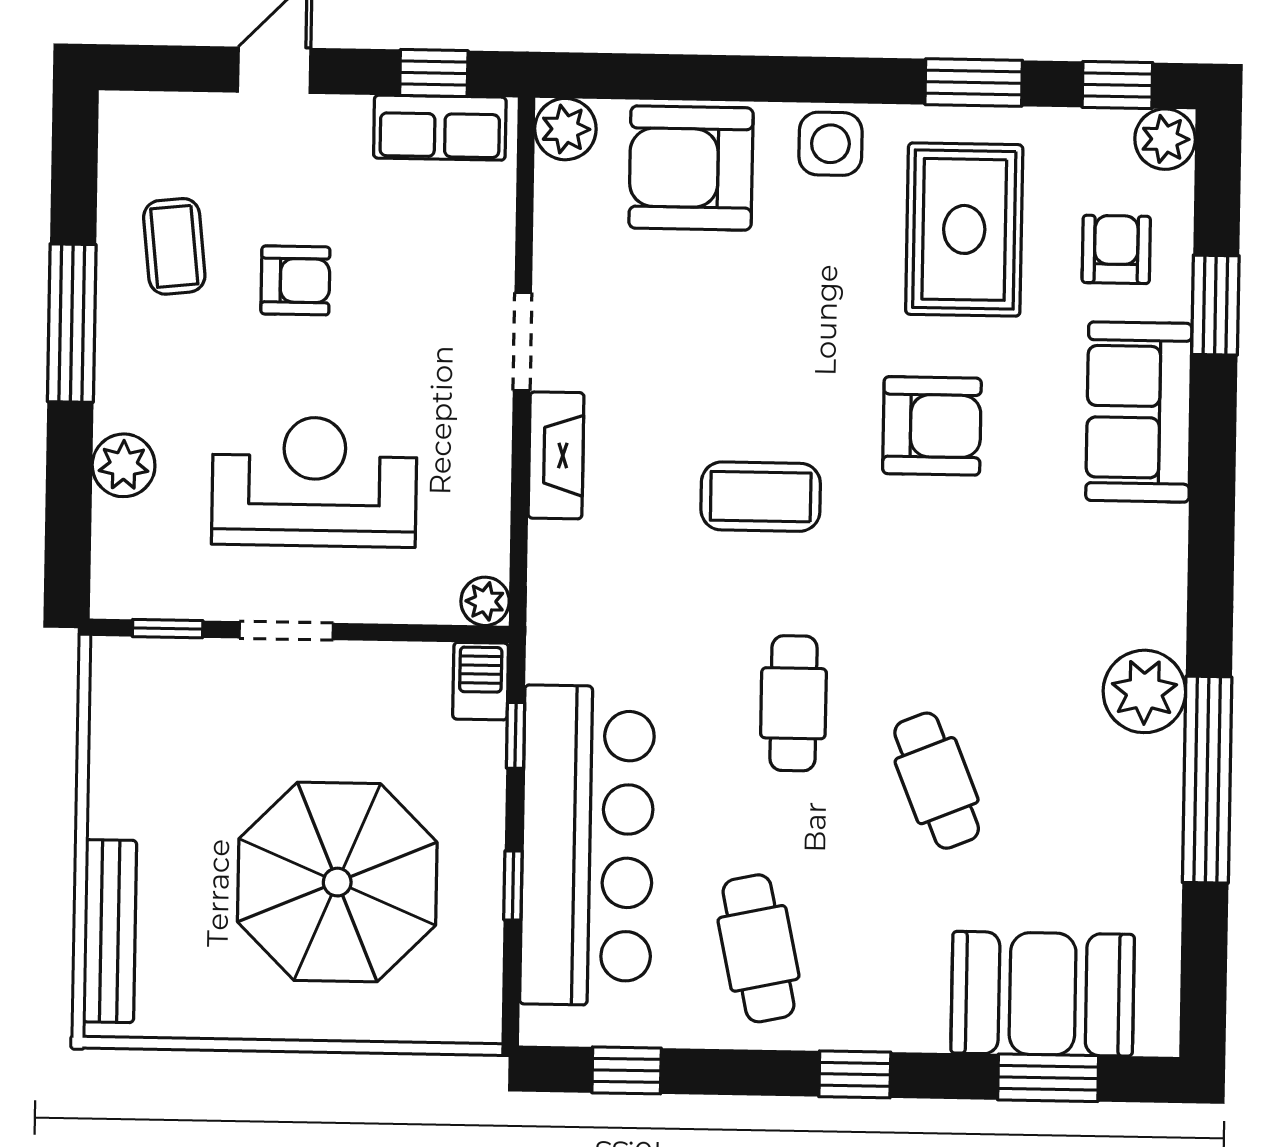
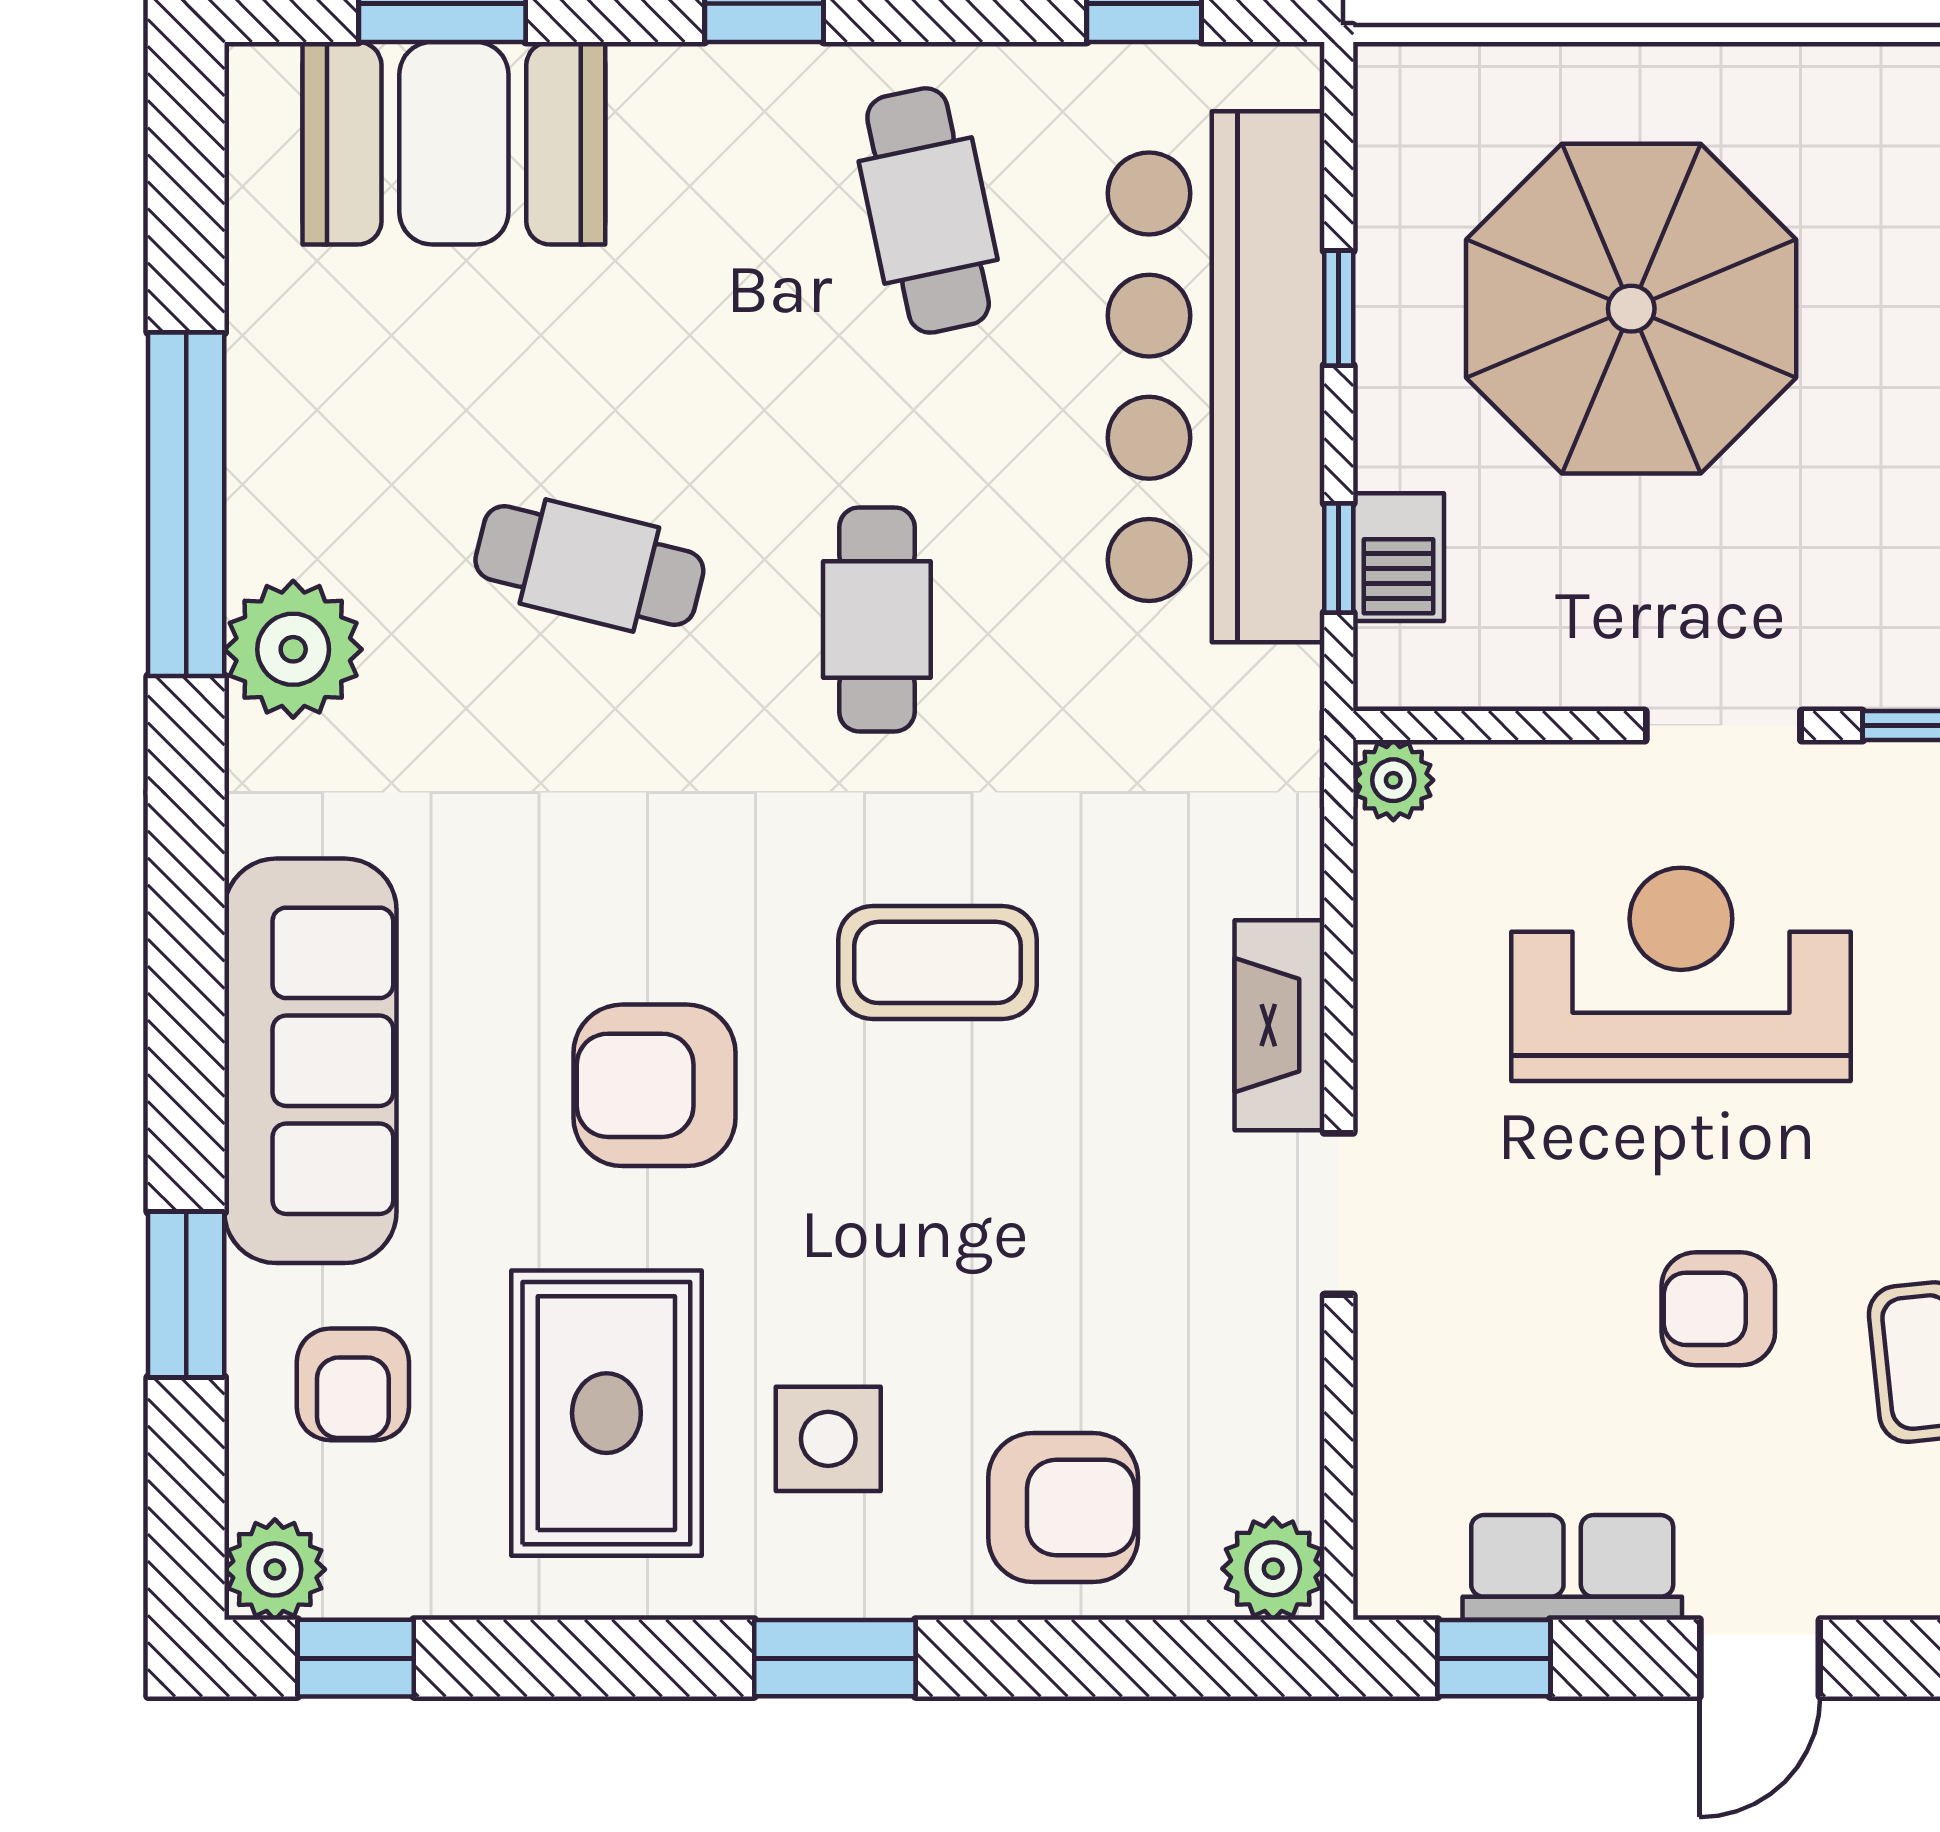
window: (974, 82) -> (835, 1658), moved
row of seats: (440, 128) -> (1572, 1567), moved
side table: (830, 144) -> (828, 1439), moved
armchair: (691, 168) -> (1063, 1508), width x0.73, depth x0.73
sofa: (1139, 412) -> (310, 1061), width x1.36
reception desk: (314, 482) -> (1681, 974), turned 180
barbecue: (481, 681) -> (1398, 557), moved
cafe table: (937, 781) -> (589, 566), moved, turned -54

